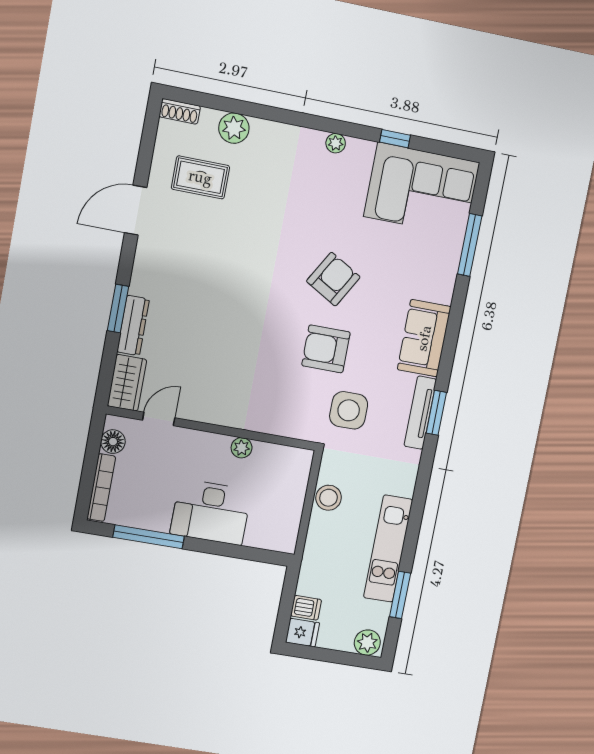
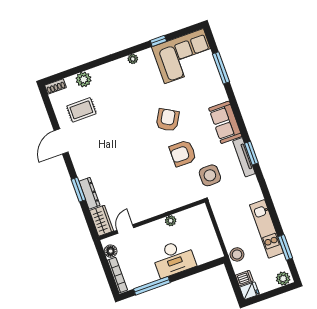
stool: (329, 498) -> (237, 254), moved

